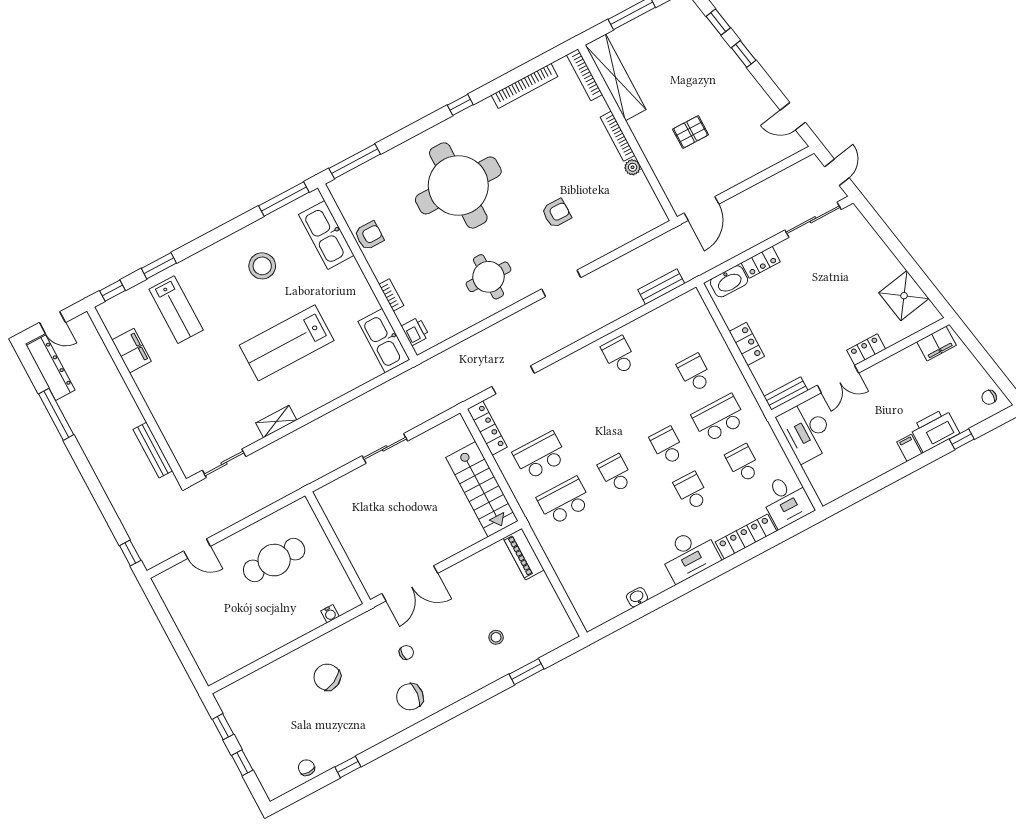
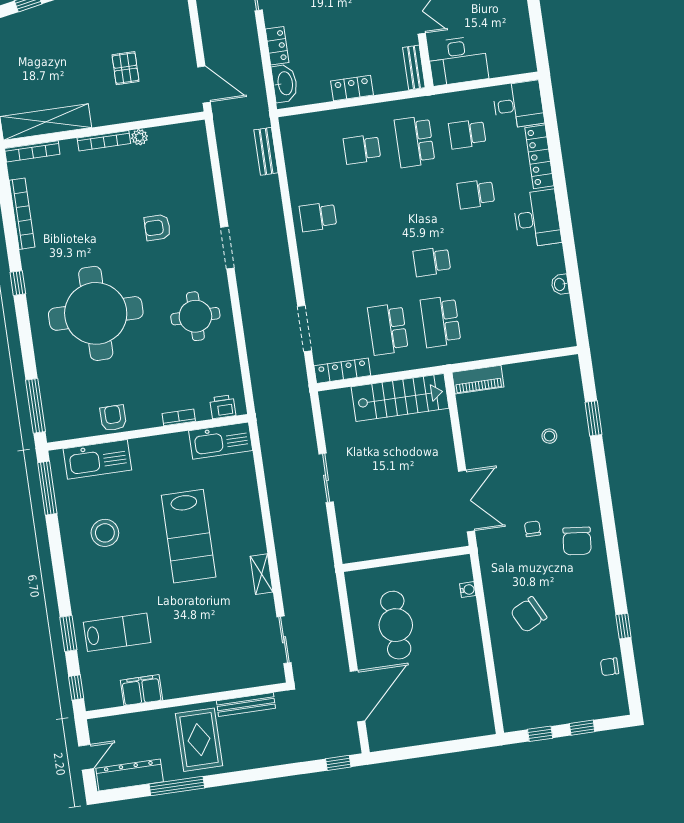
armchair: (556, 213) -> (157, 227), turned -90
rug: (106, 419) -> (199, 740), added
school desk: (667, 446) -> (423, 202), removed
door: (197, 549) -> (357, 696), width x1.87

